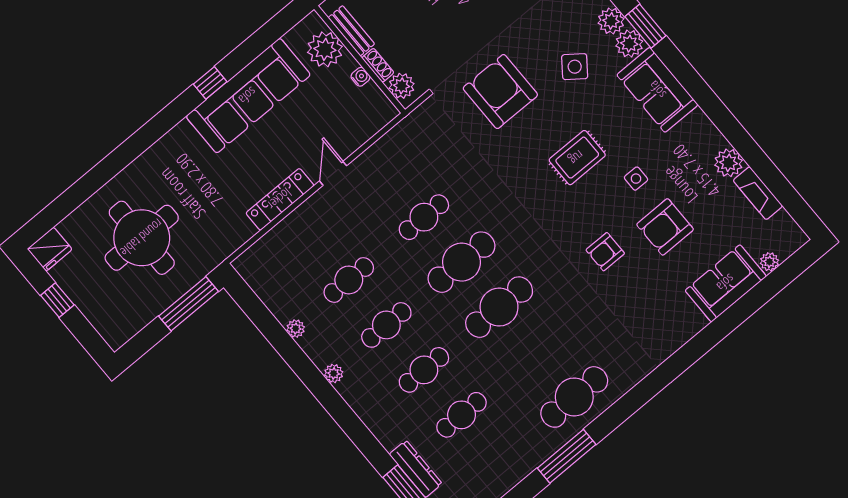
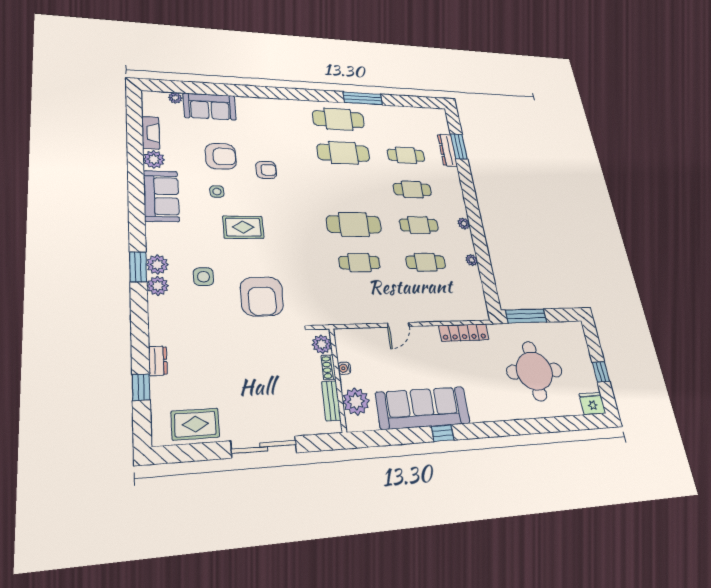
side table: (575, 67) -> (203, 277), turned -37
sofa: (657, 90) -> (161, 196), moved
locker: (280, 199) -> (464, 333), moved
cafe table: (499, 307) -> (343, 153), moved

